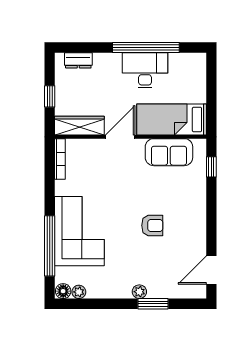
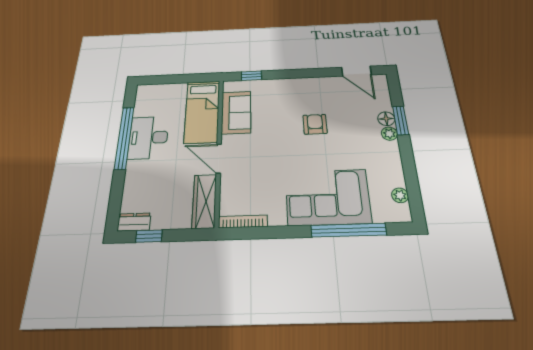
dresser: (78, 60) -> (134, 222), moved, turned -90
window: (50, 96) -> (149, 236), moved
floor lamp: (63, 291) -> (386, 119), moved

